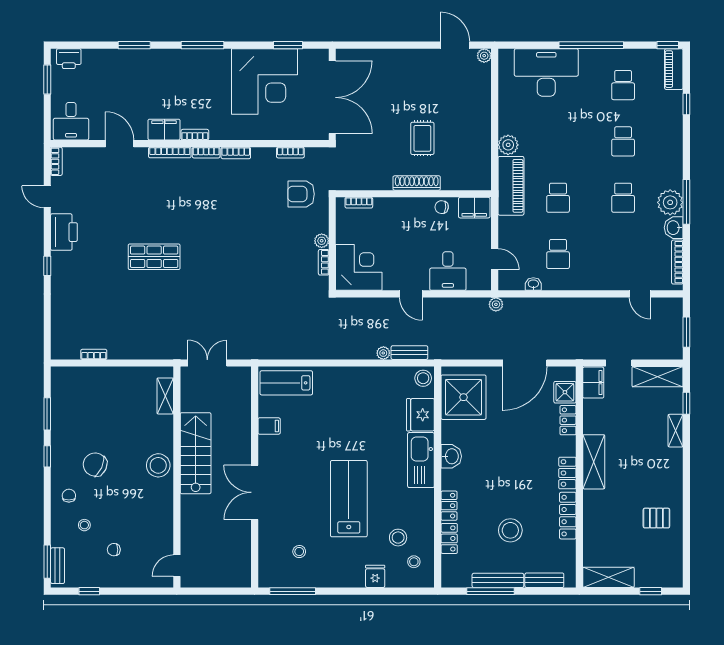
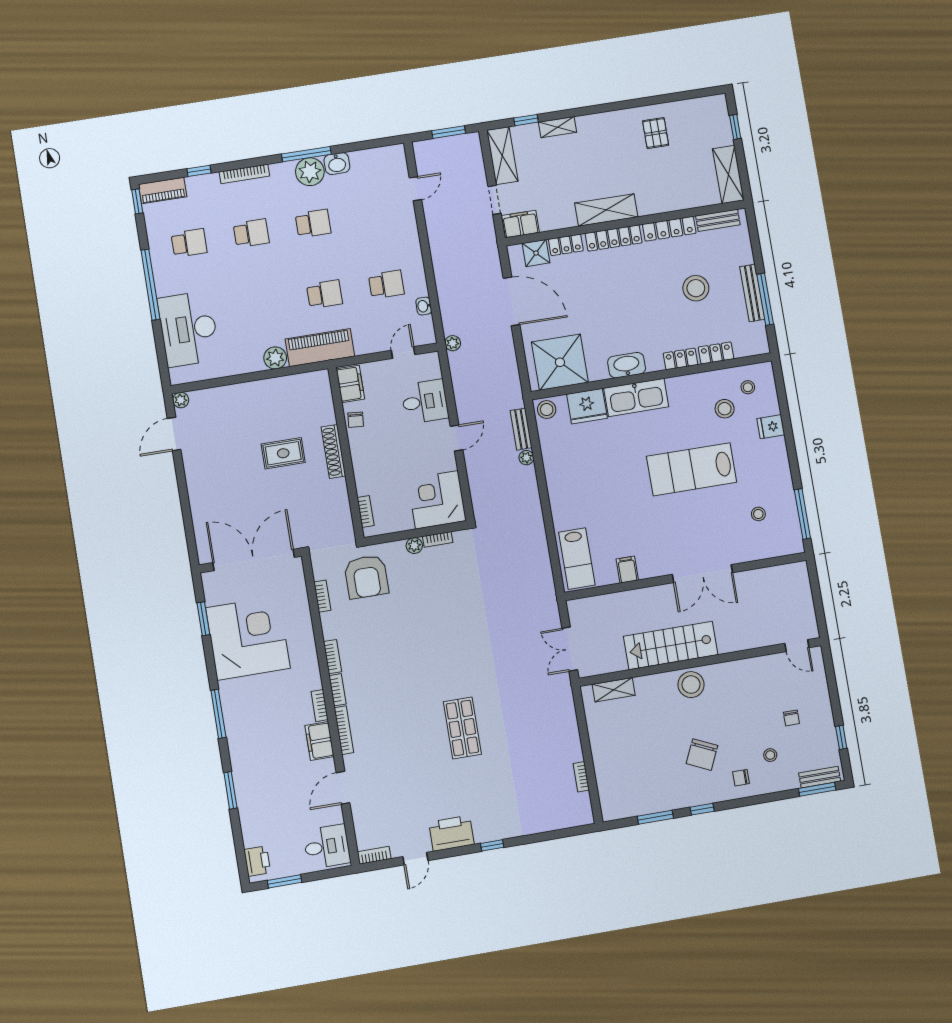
armchair: (301, 194) -> (366, 577), width x1.36, depth x1.36
bookcase: (677, 262) -> (244, 174), moved
washbasin: (451, 456) -> (627, 365), width x1.38
locker: (567, 473) -> (614, 238), width x1.53
bench: (544, 580) -> (718, 220), moved, turned 90

